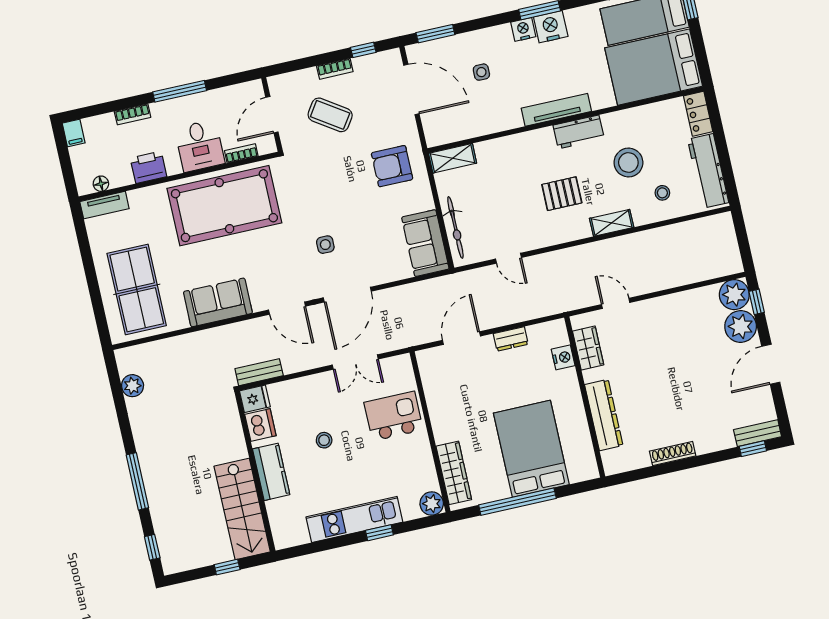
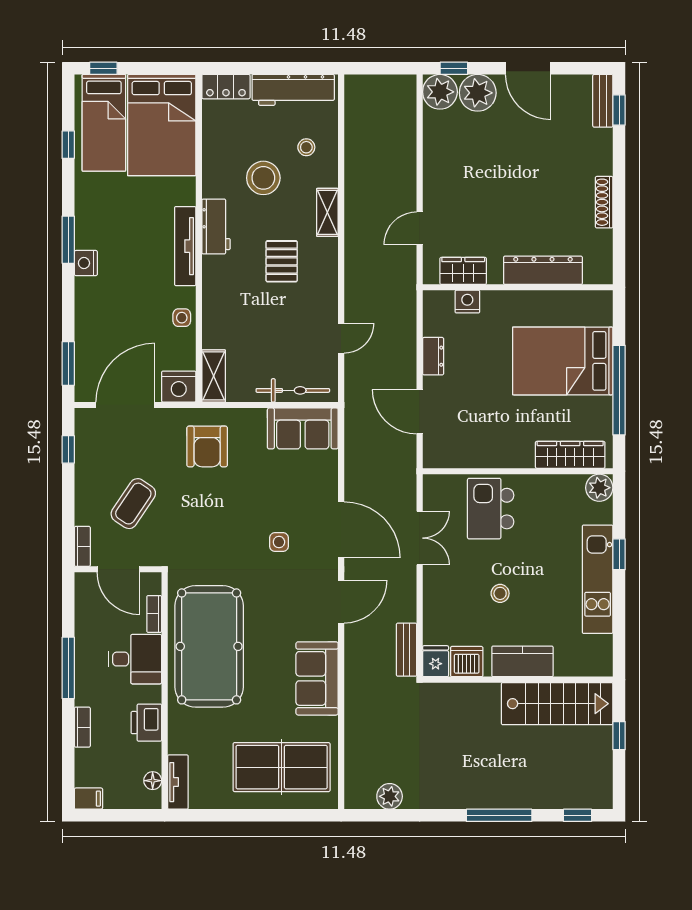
nightstand: (551, 27) -> (179, 387), moved, turned -90
bookcase: (335, 69) -> (82, 546), moved
side table: (481, 72) -> (182, 318), moved

